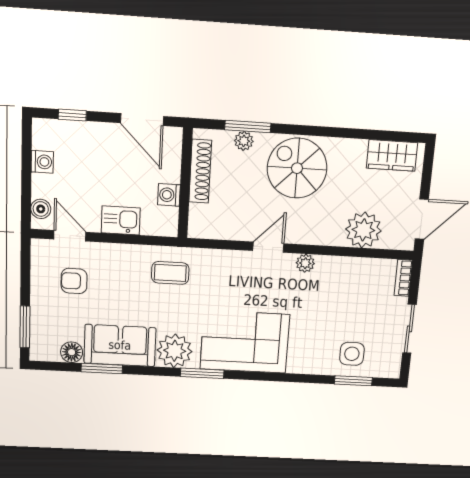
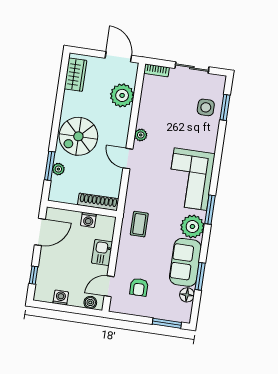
shoe rack: (200, 171) -> (98, 202), moved

